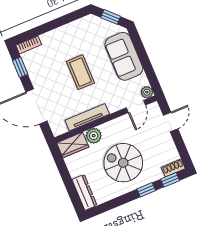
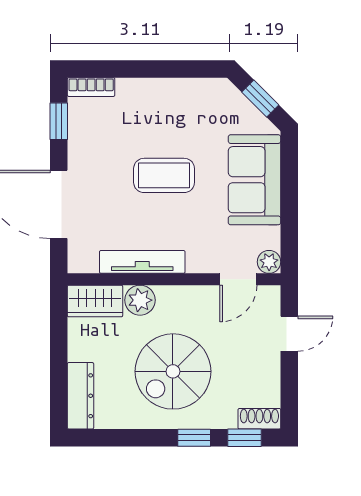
coffee table: (80, 72) -> (164, 175), turned 90
spiral stairs: (123, 163) -> (173, 371), turned -90

